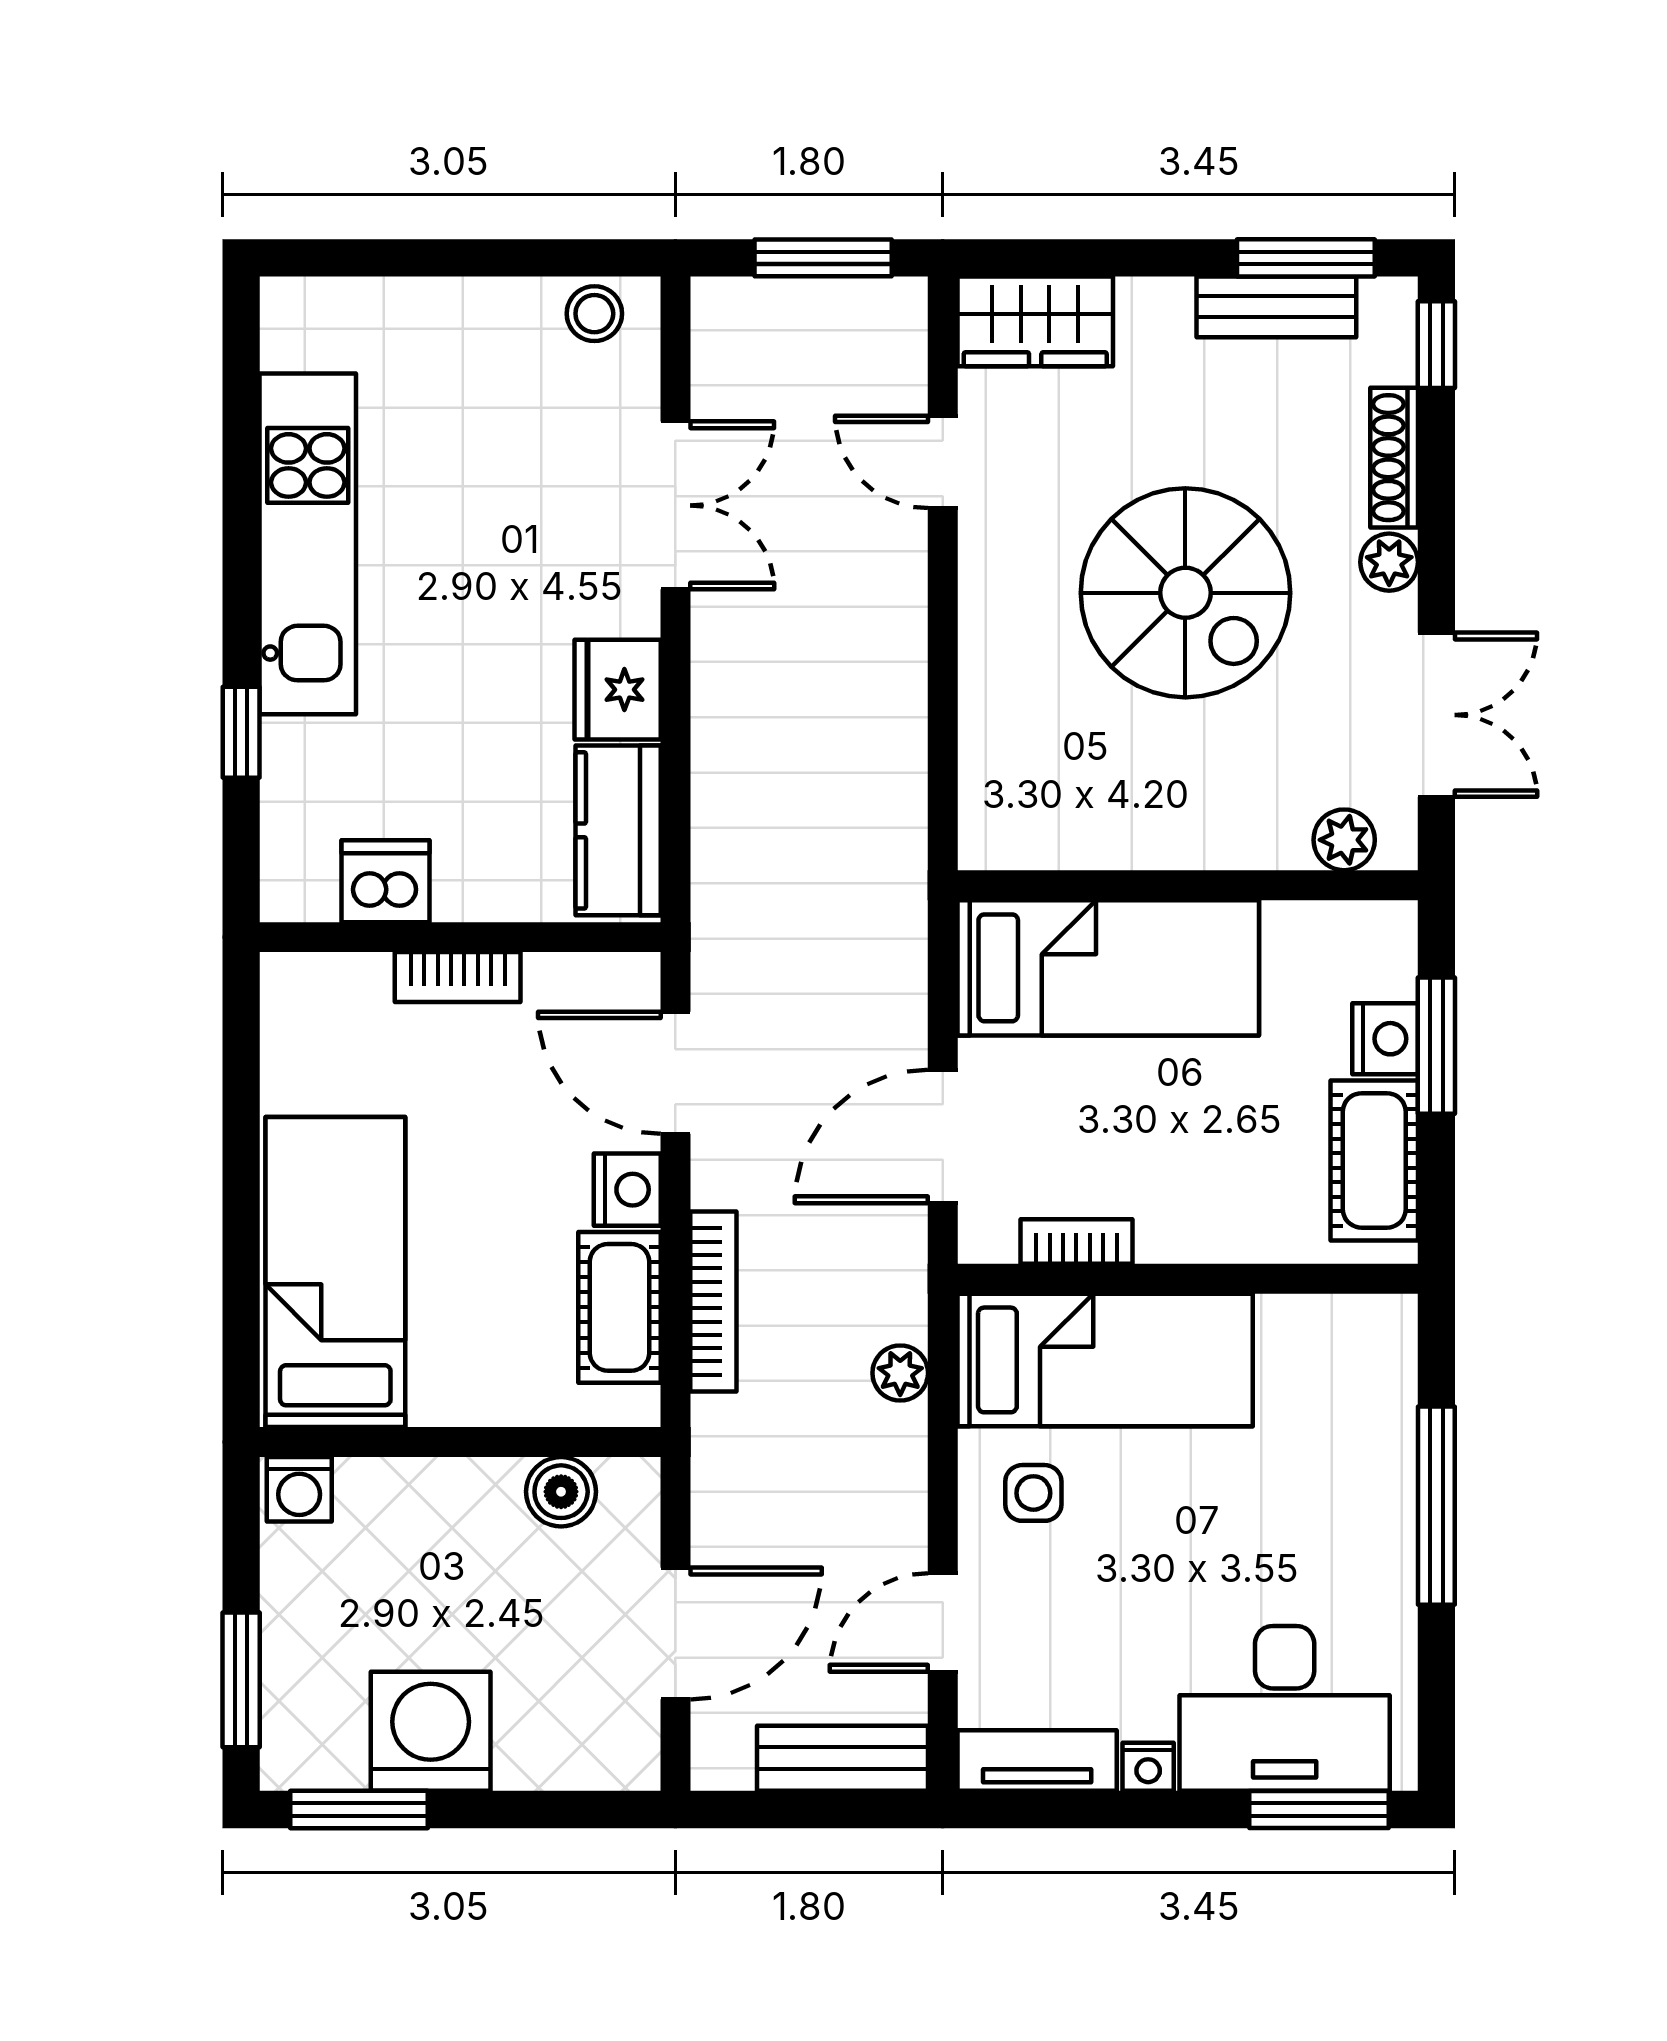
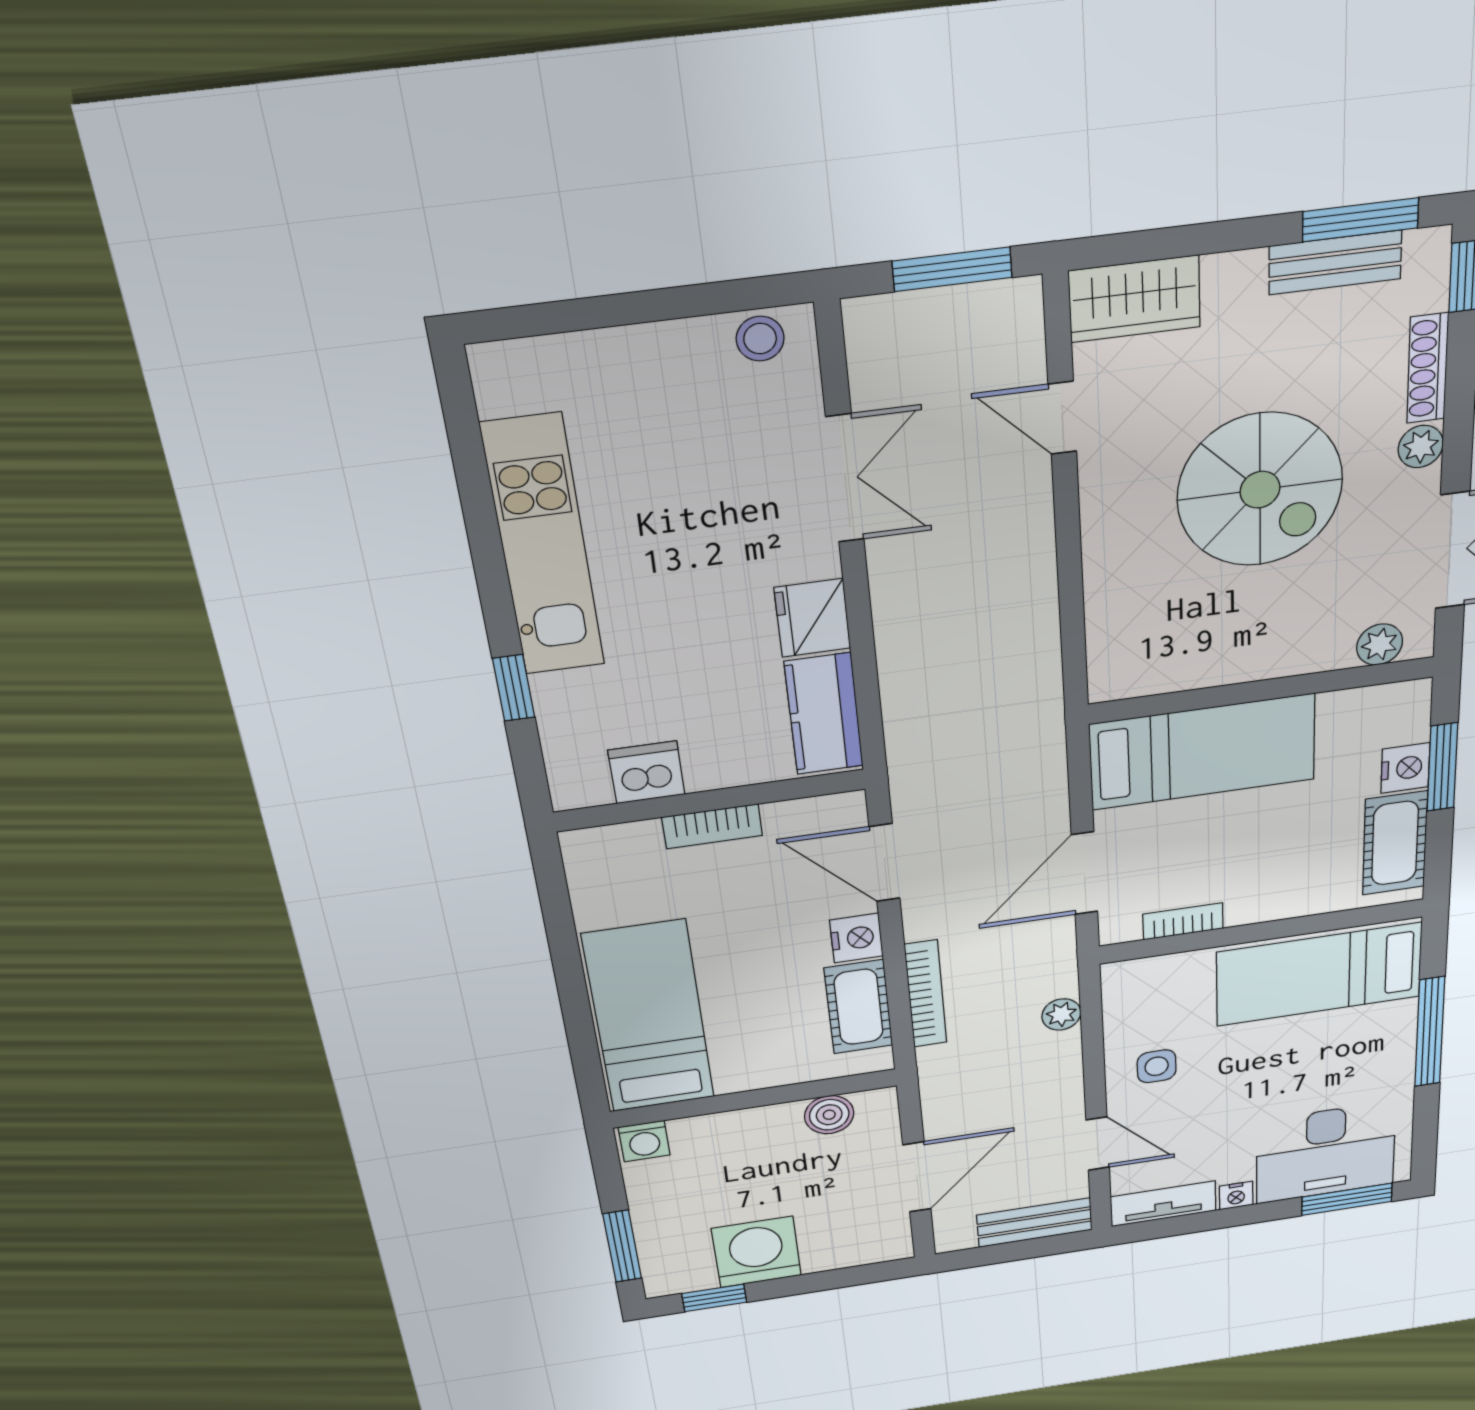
bed: (1105, 1360) -> (1319, 974), moved, turned 180
door: (943, 1622) -> (1098, 1144), swing flipped
window: (359, 1809) -> (714, 1298), width x0.67

